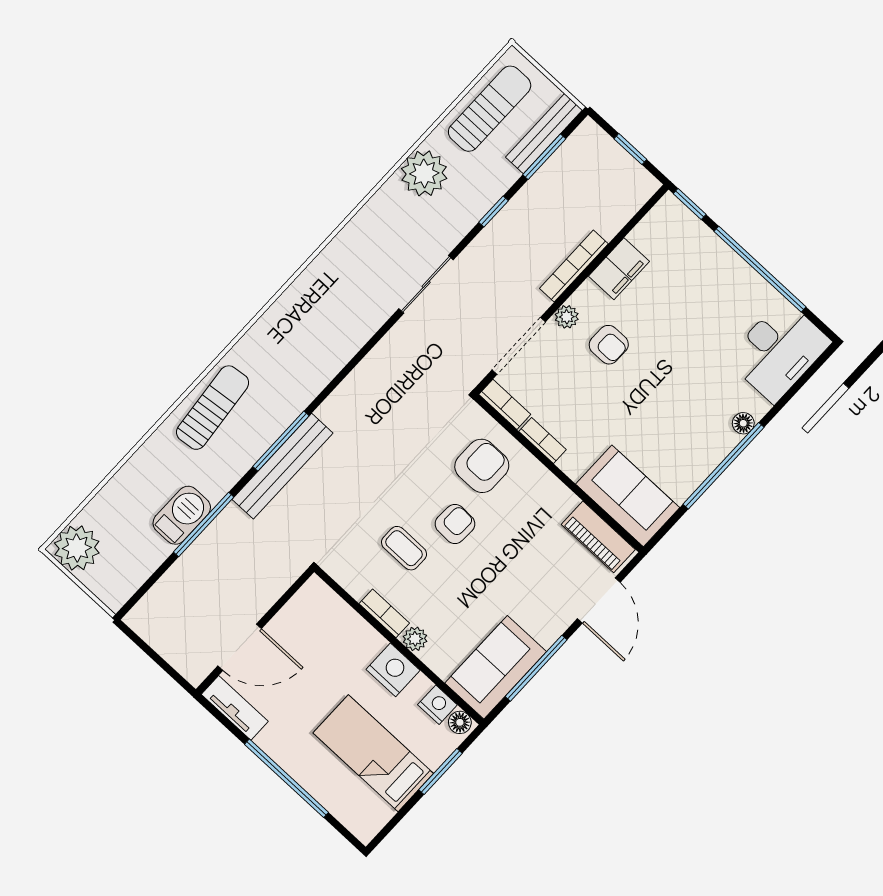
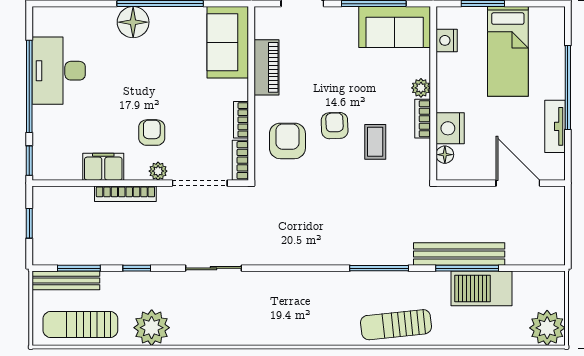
desk: (778, 351) -> (59, 71), moved, turned -90
floor lamp: (743, 423) -> (133, 22), width x1.89, depth x1.89
bench: (283, 466) -> (459, 254), moved
armchair: (482, 466) -> (287, 141), turned 90
barbecue: (182, 515) -> (482, 288), width x1.37, depth x1.21
armchair: (455, 524) -> (335, 126), turned 86
piano: (598, 537) -> (267, 67), moved
nightstand: (393, 670) -> (450, 128), moved
tv unit: (235, 708) -> (555, 126), moved
floor lamp: (460, 722) -> (445, 155), moved

